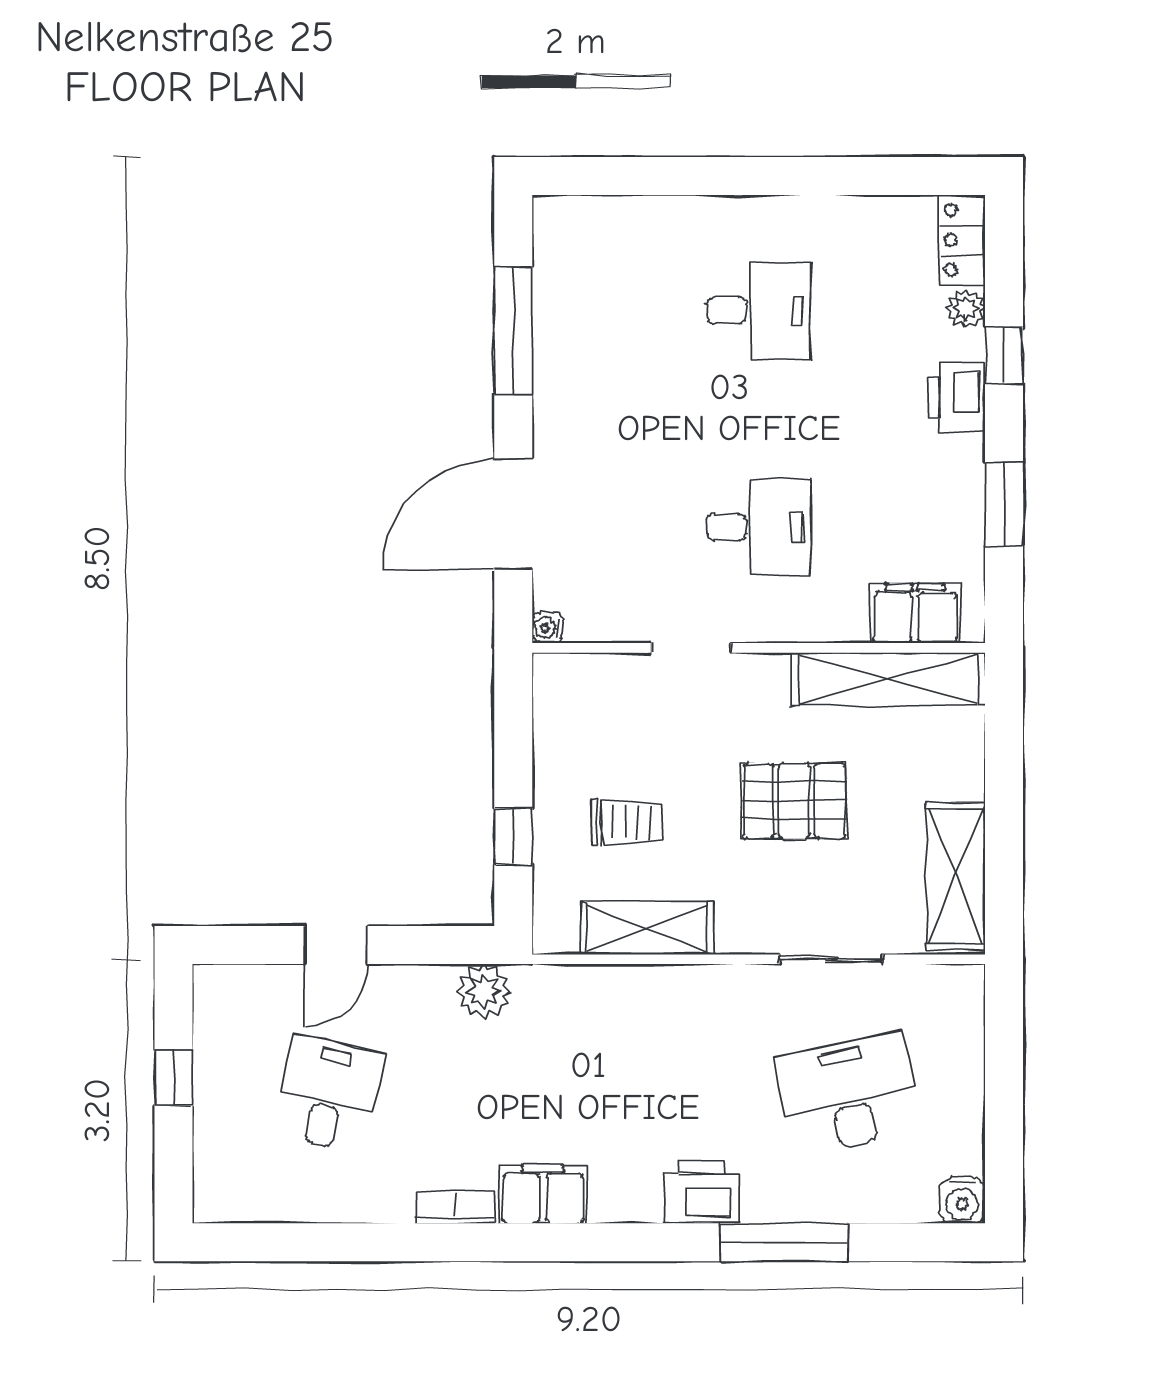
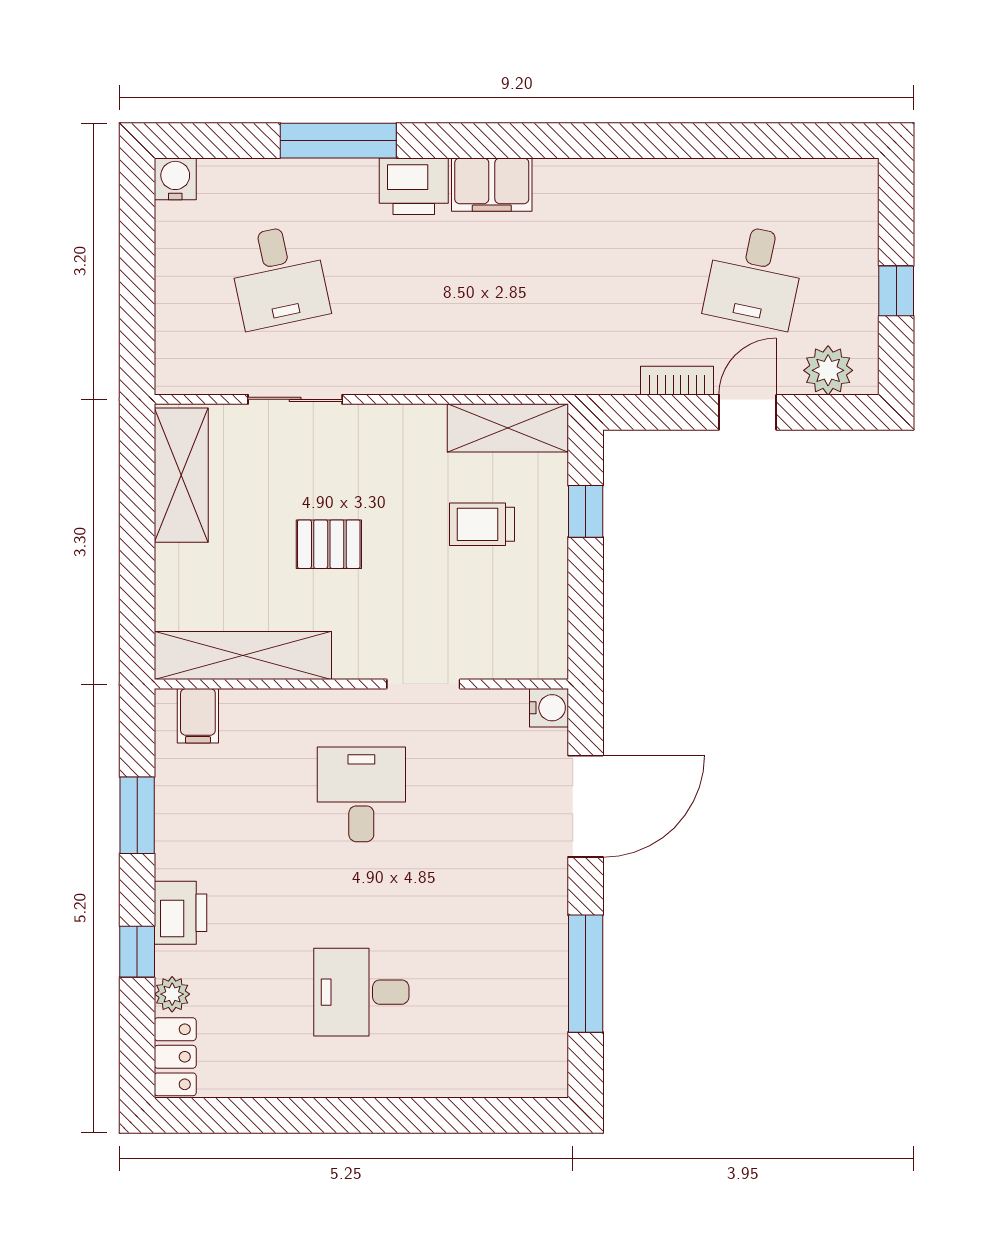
desk: (759, 527) -> (361, 794), turned 90
filing cabinet: (915, 613) -> (198, 716), width x0.50
water cooler: (547, 628) -> (549, 708), width x1.38, depth x1.38
pallet: (794, 801) -> (329, 544), width x0.67, depth x0.71
shelving: (647, 928) -> (508, 428), moved
plant: (484, 991) -> (828, 370), moved
desk: (849, 1094) -> (279, 276), width x0.73
filing cabinet: (543, 1194) -> (492, 185), moved
bookcase: (455, 1208) -> (677, 381), moved, turned 180

